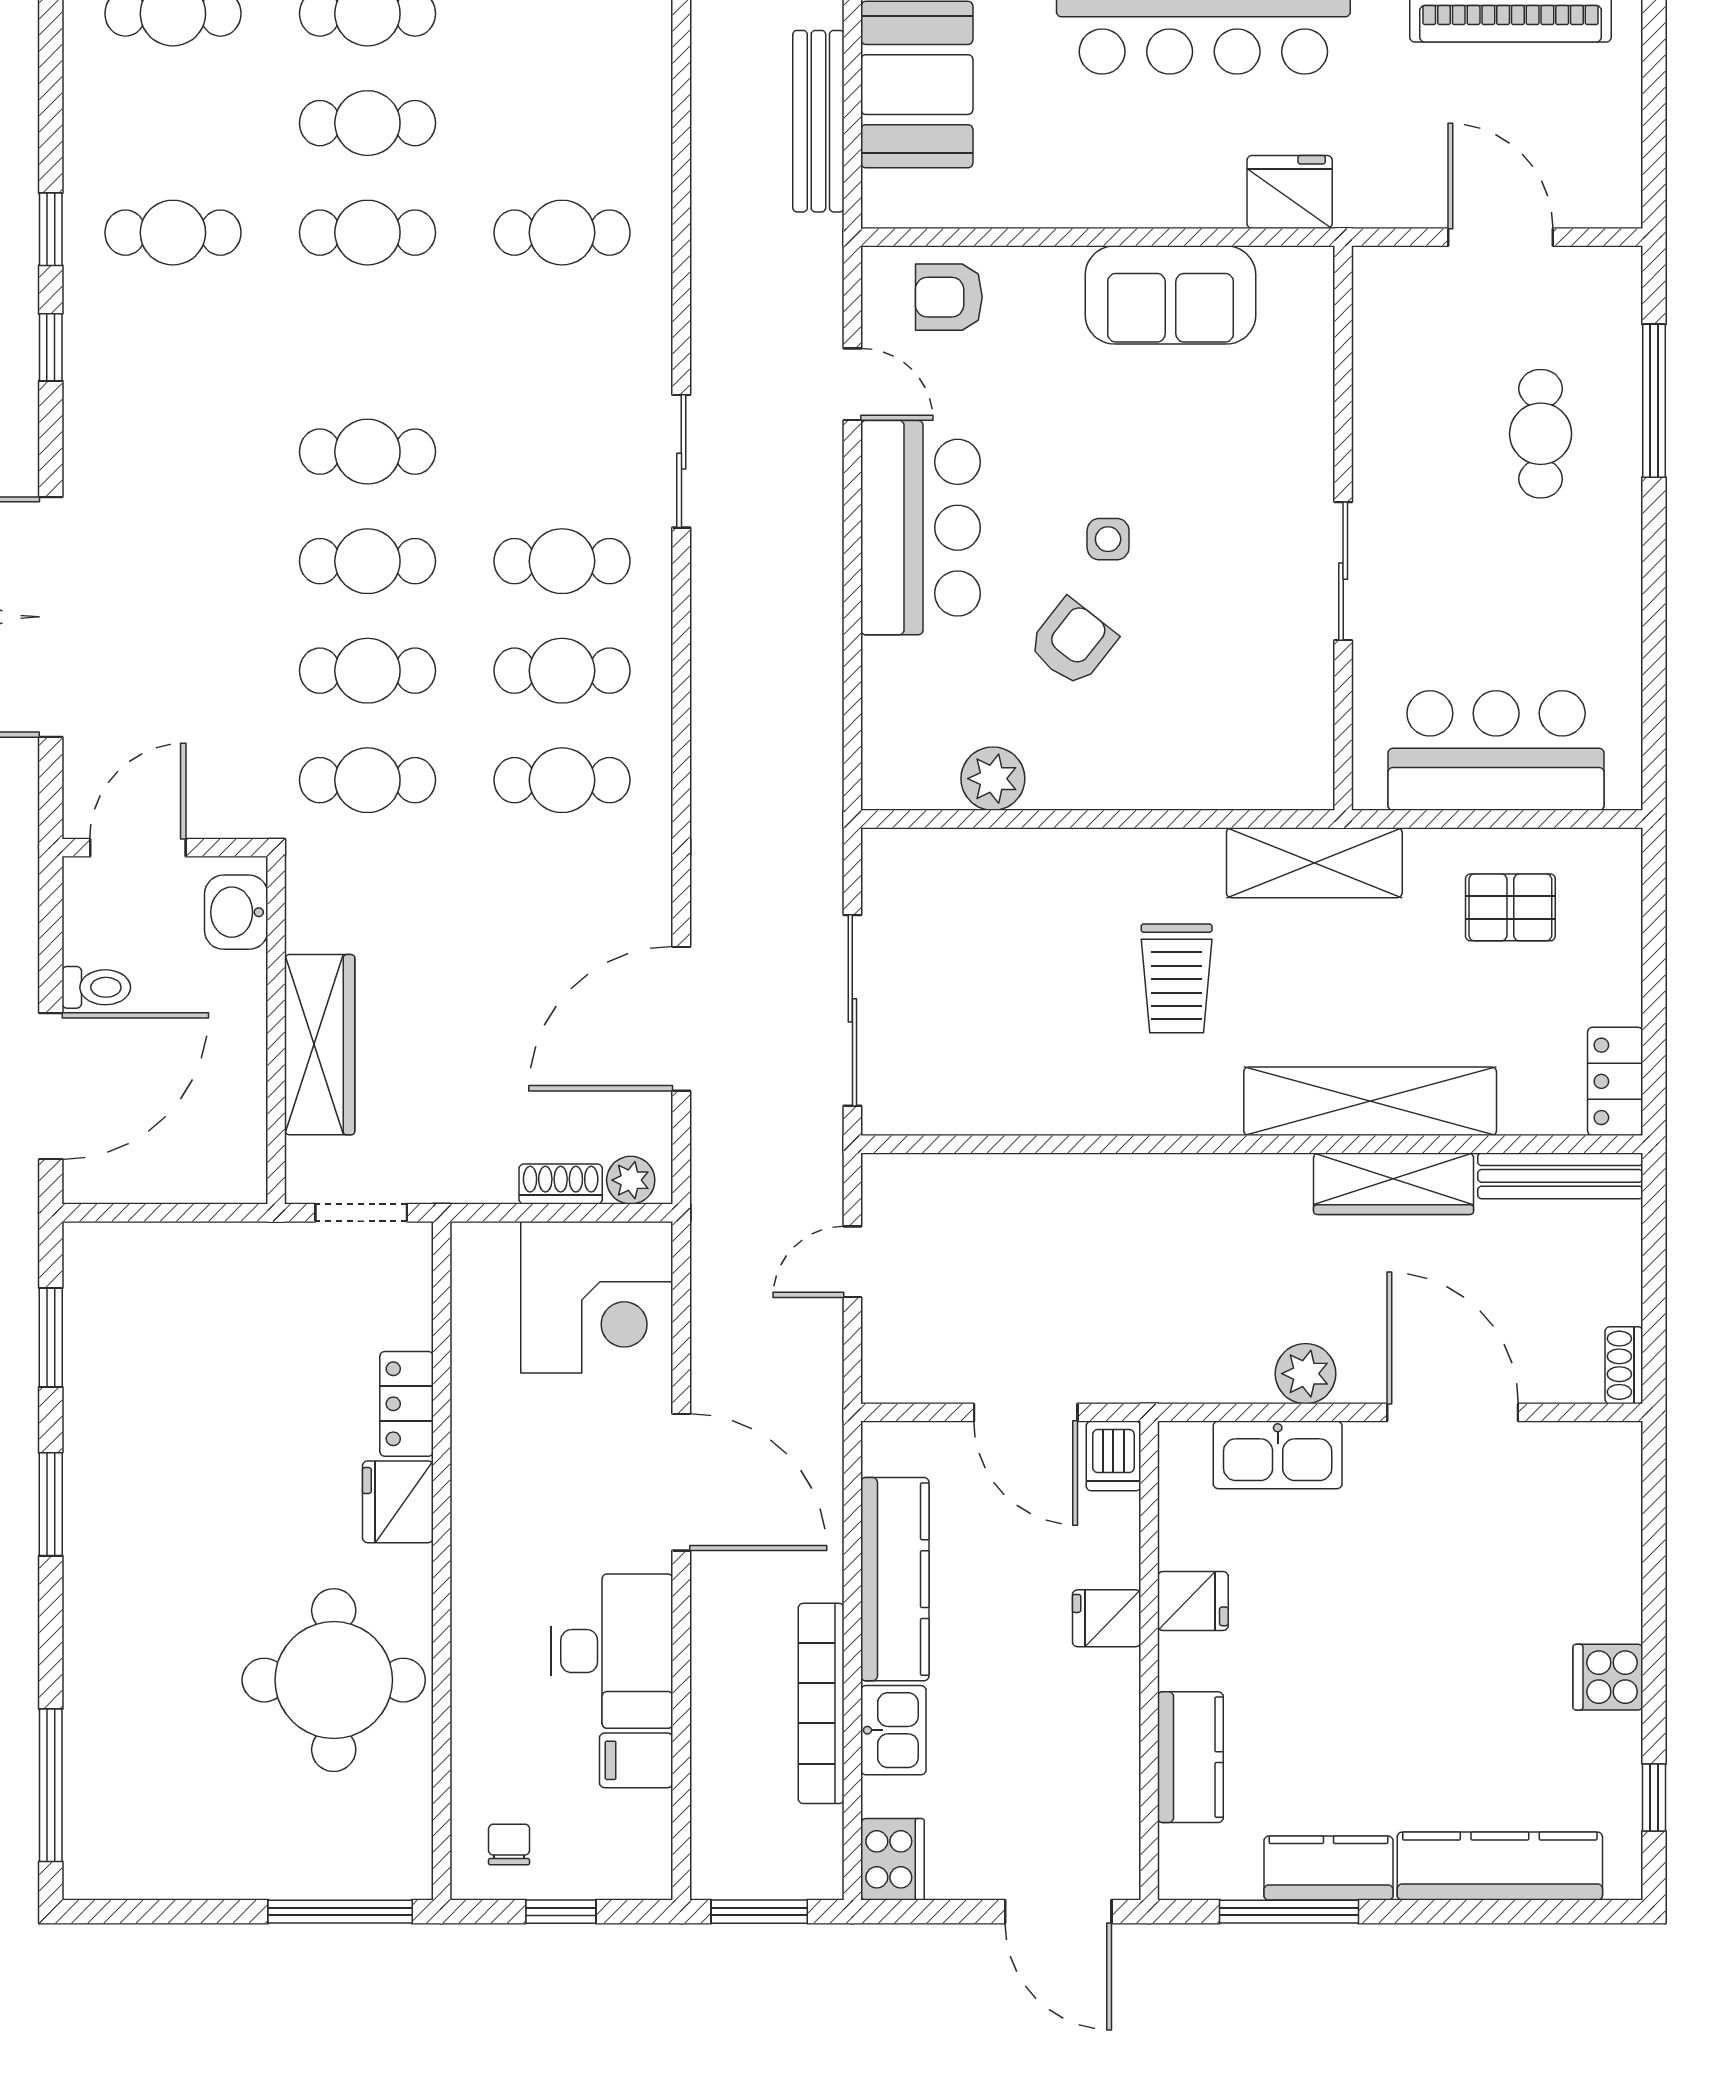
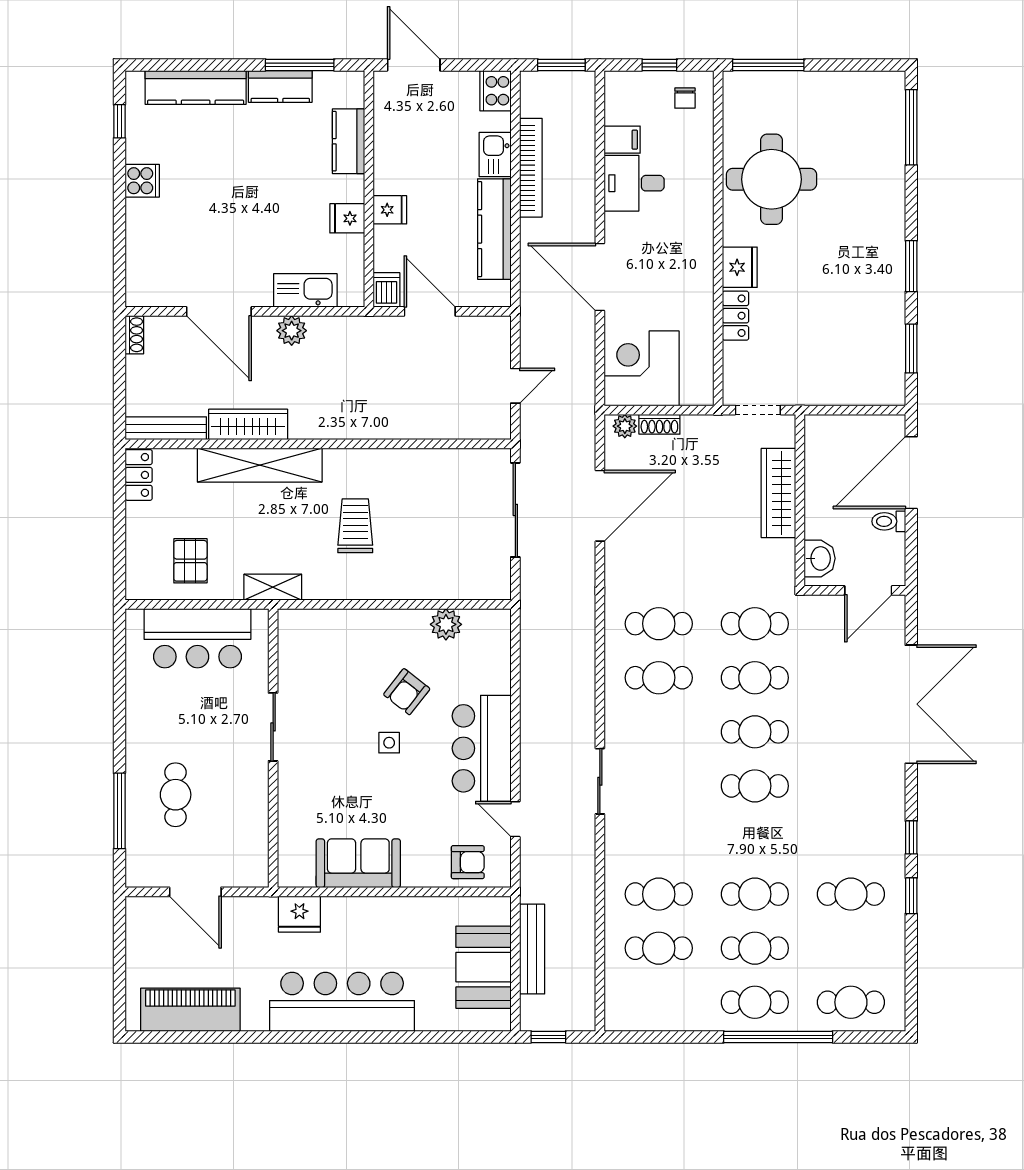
cafe table: (562, 561) -> (659, 948), moved
shelving: (1314, 863) -> (273, 587), width x0.67, depth x0.75
pallet: (1510, 907) -> (190, 561), turned 90
desk: (612, 1651) -> (634, 183), width x0.73

